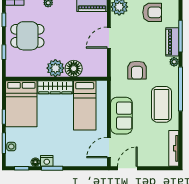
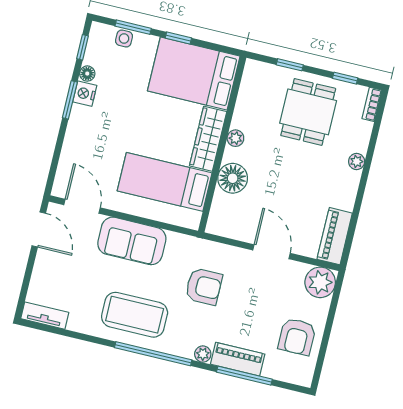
plant: (55, 68) -> (235, 138), width x0.53, depth x0.53
armchair: (137, 70) -> (204, 287), turned 180
tv unit: (174, 148) -> (45, 316), width x0.71

